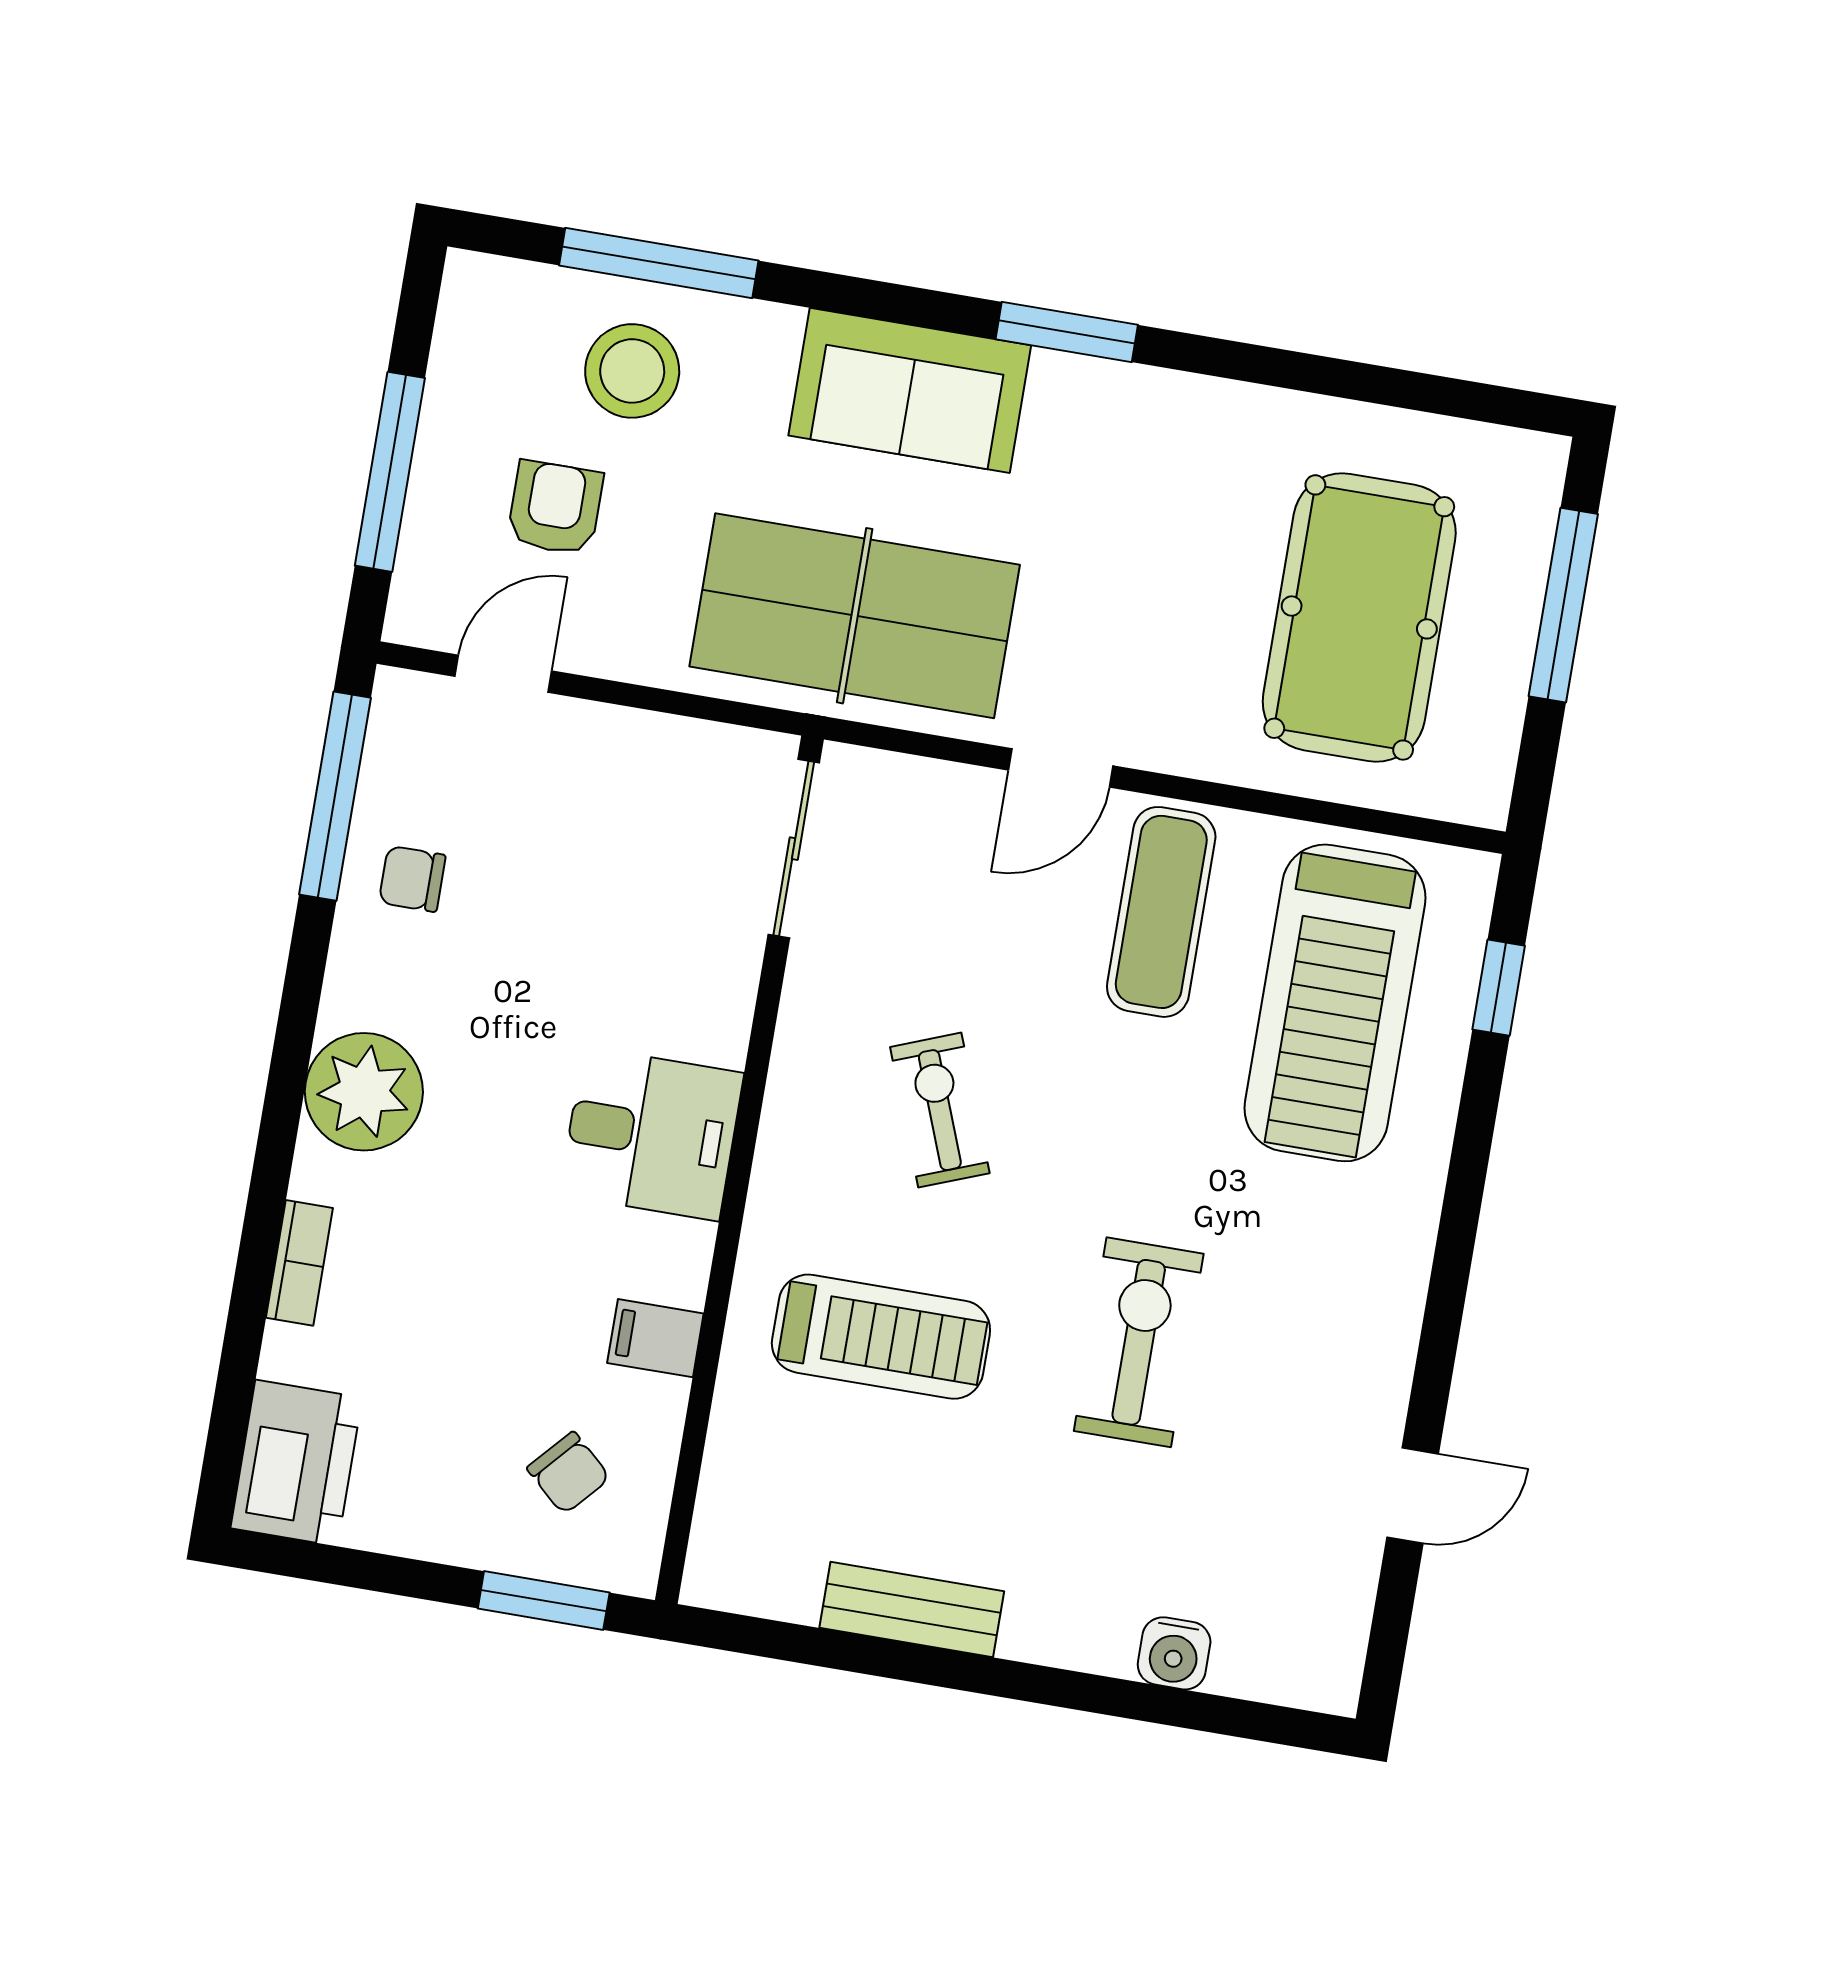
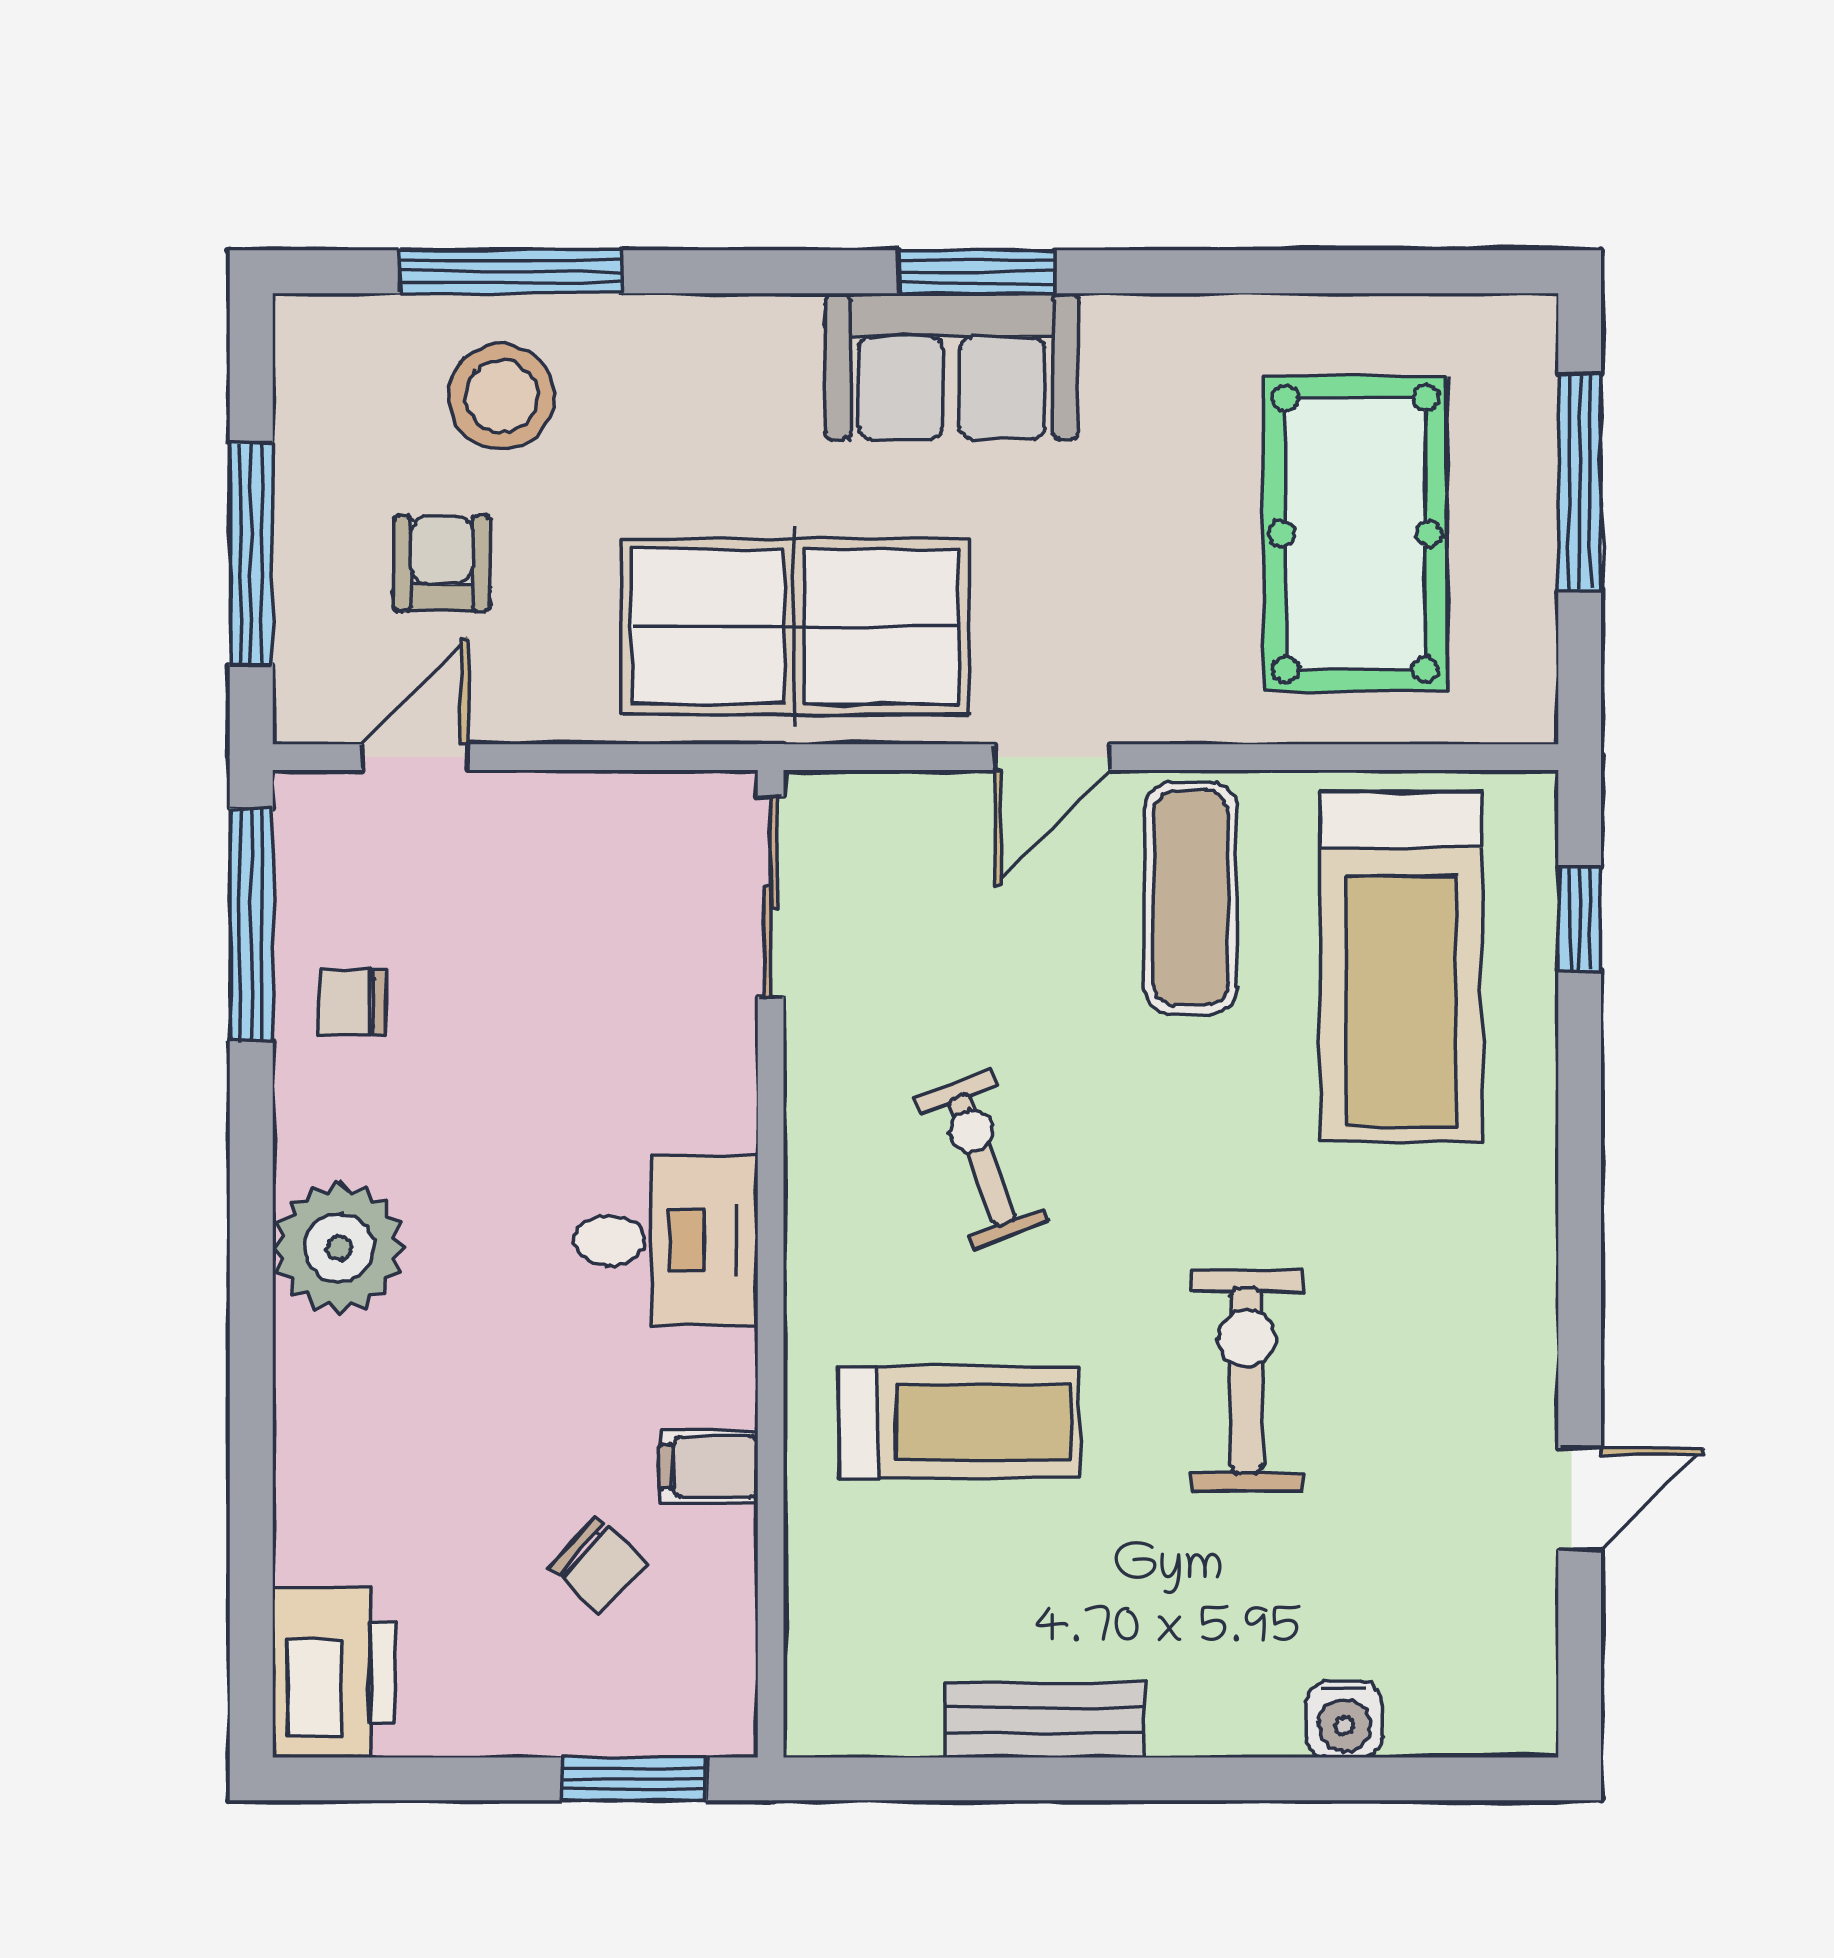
sofa: (910, 390) -> (951, 366), moved
bookcase: (299, 1263) -> (300, 1450), removed
chair: (569, 1473) -> (598, 1565), moved

